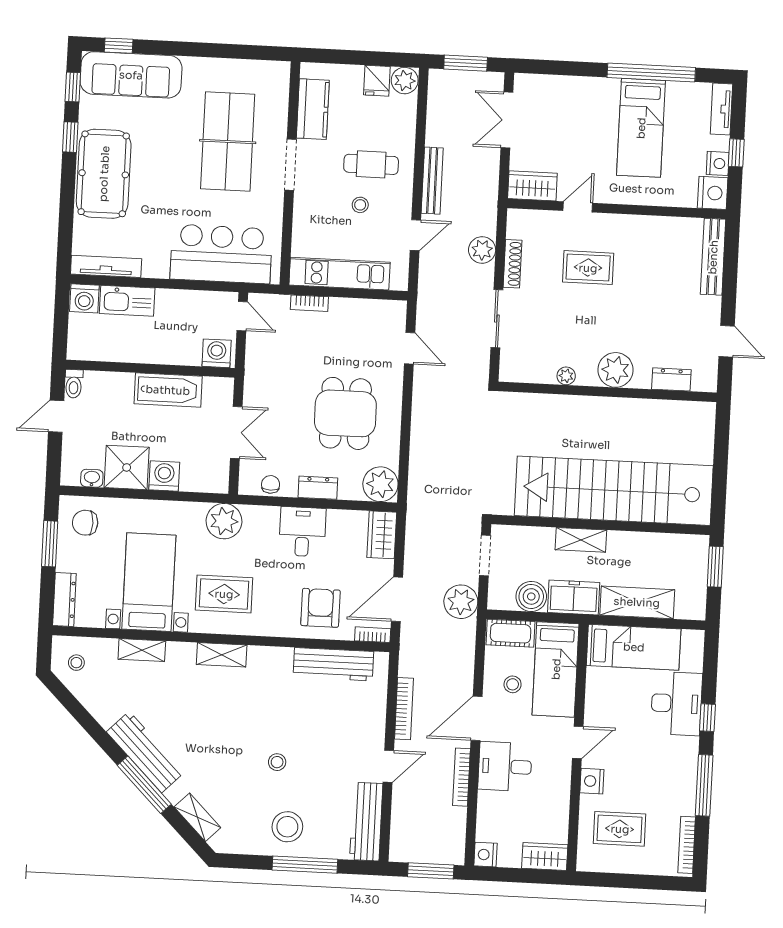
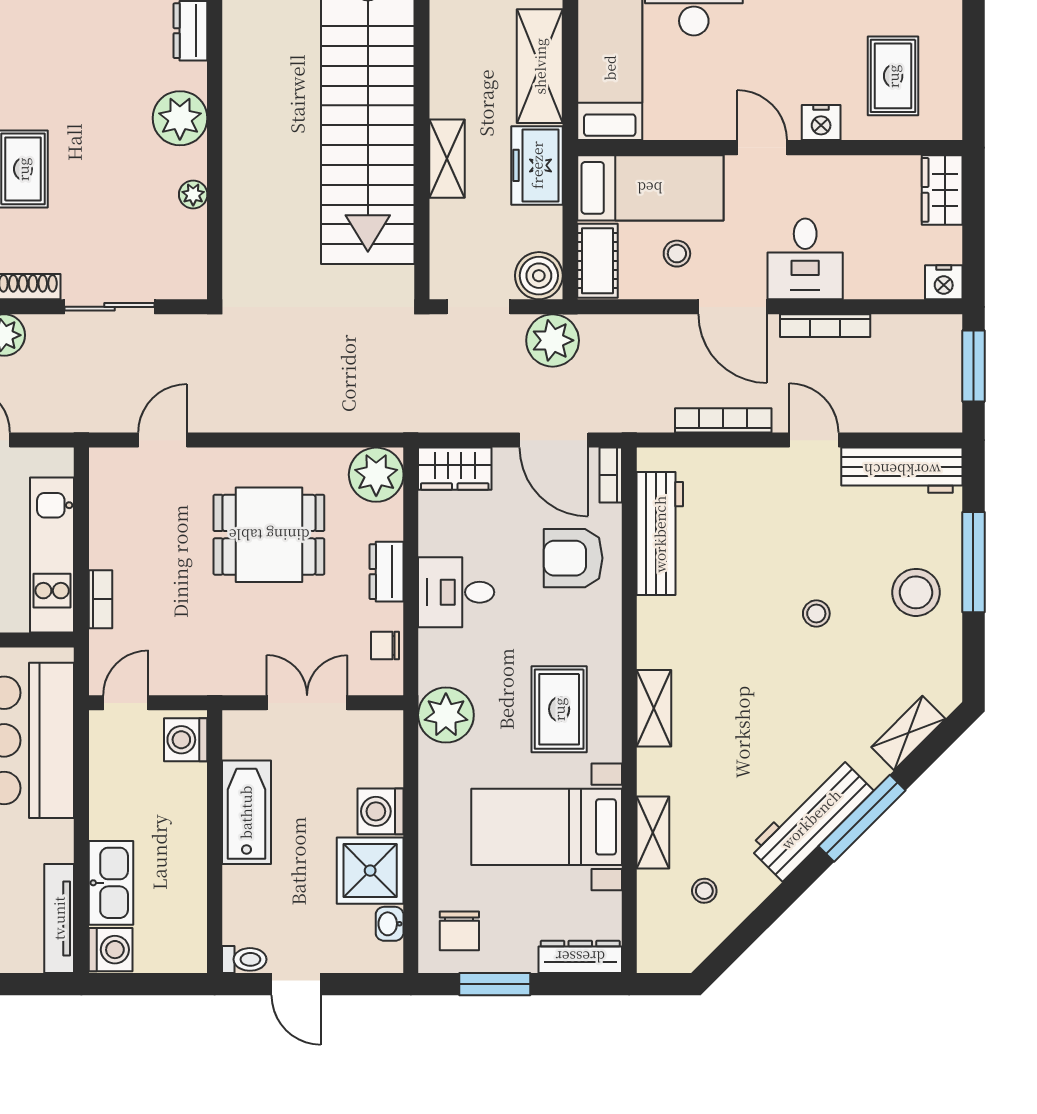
boiler: (531, 596) -> (539, 276), moved
stool: (76, 663) -> (704, 891), moved

